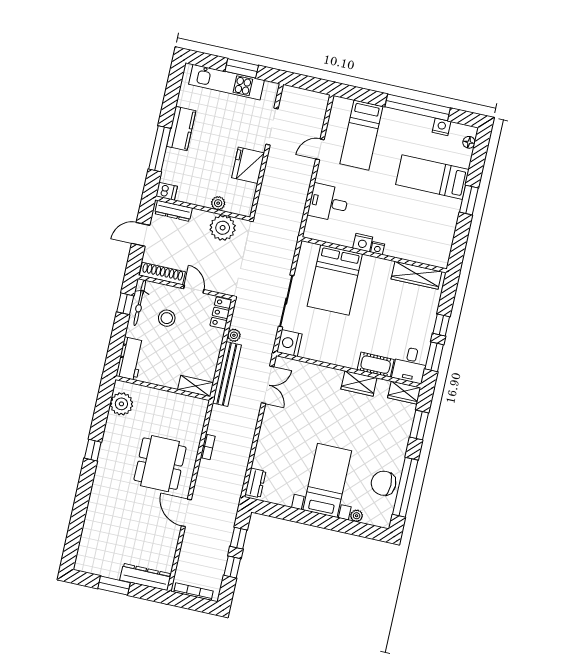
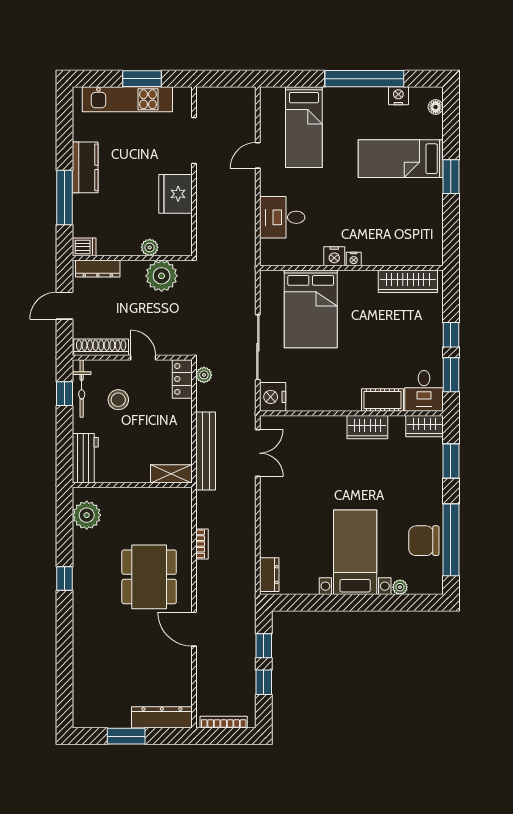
plant: (234, 335) -> (204, 375), moved

